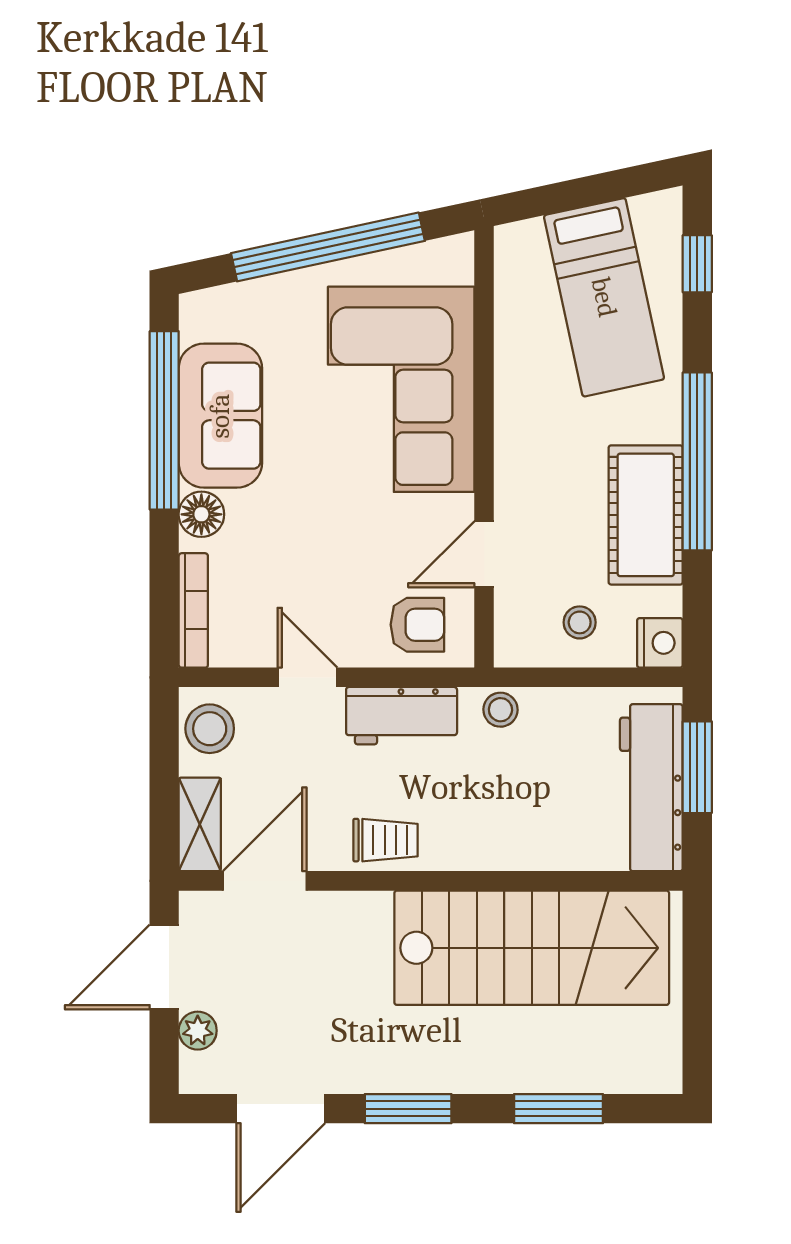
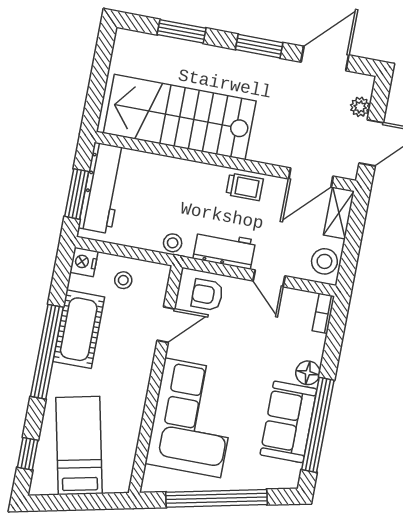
bookcase: (193, 610) -> (323, 313), width x0.64
trolley: (386, 840) -> (245, 187), turned 180

